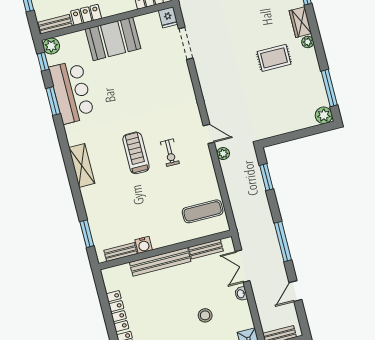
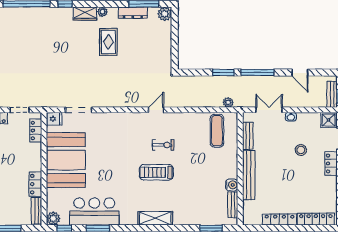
booth: (113, 39) -> (66, 160), width x1.36, depth x1.42
dresser: (316, 78) -> (133, 13), added
plant: (223, 154) -> (228, 102), moved
window: (266, 177) -> (223, 73), moved
double door: (243, 266) -> (269, 110), swing flipped

